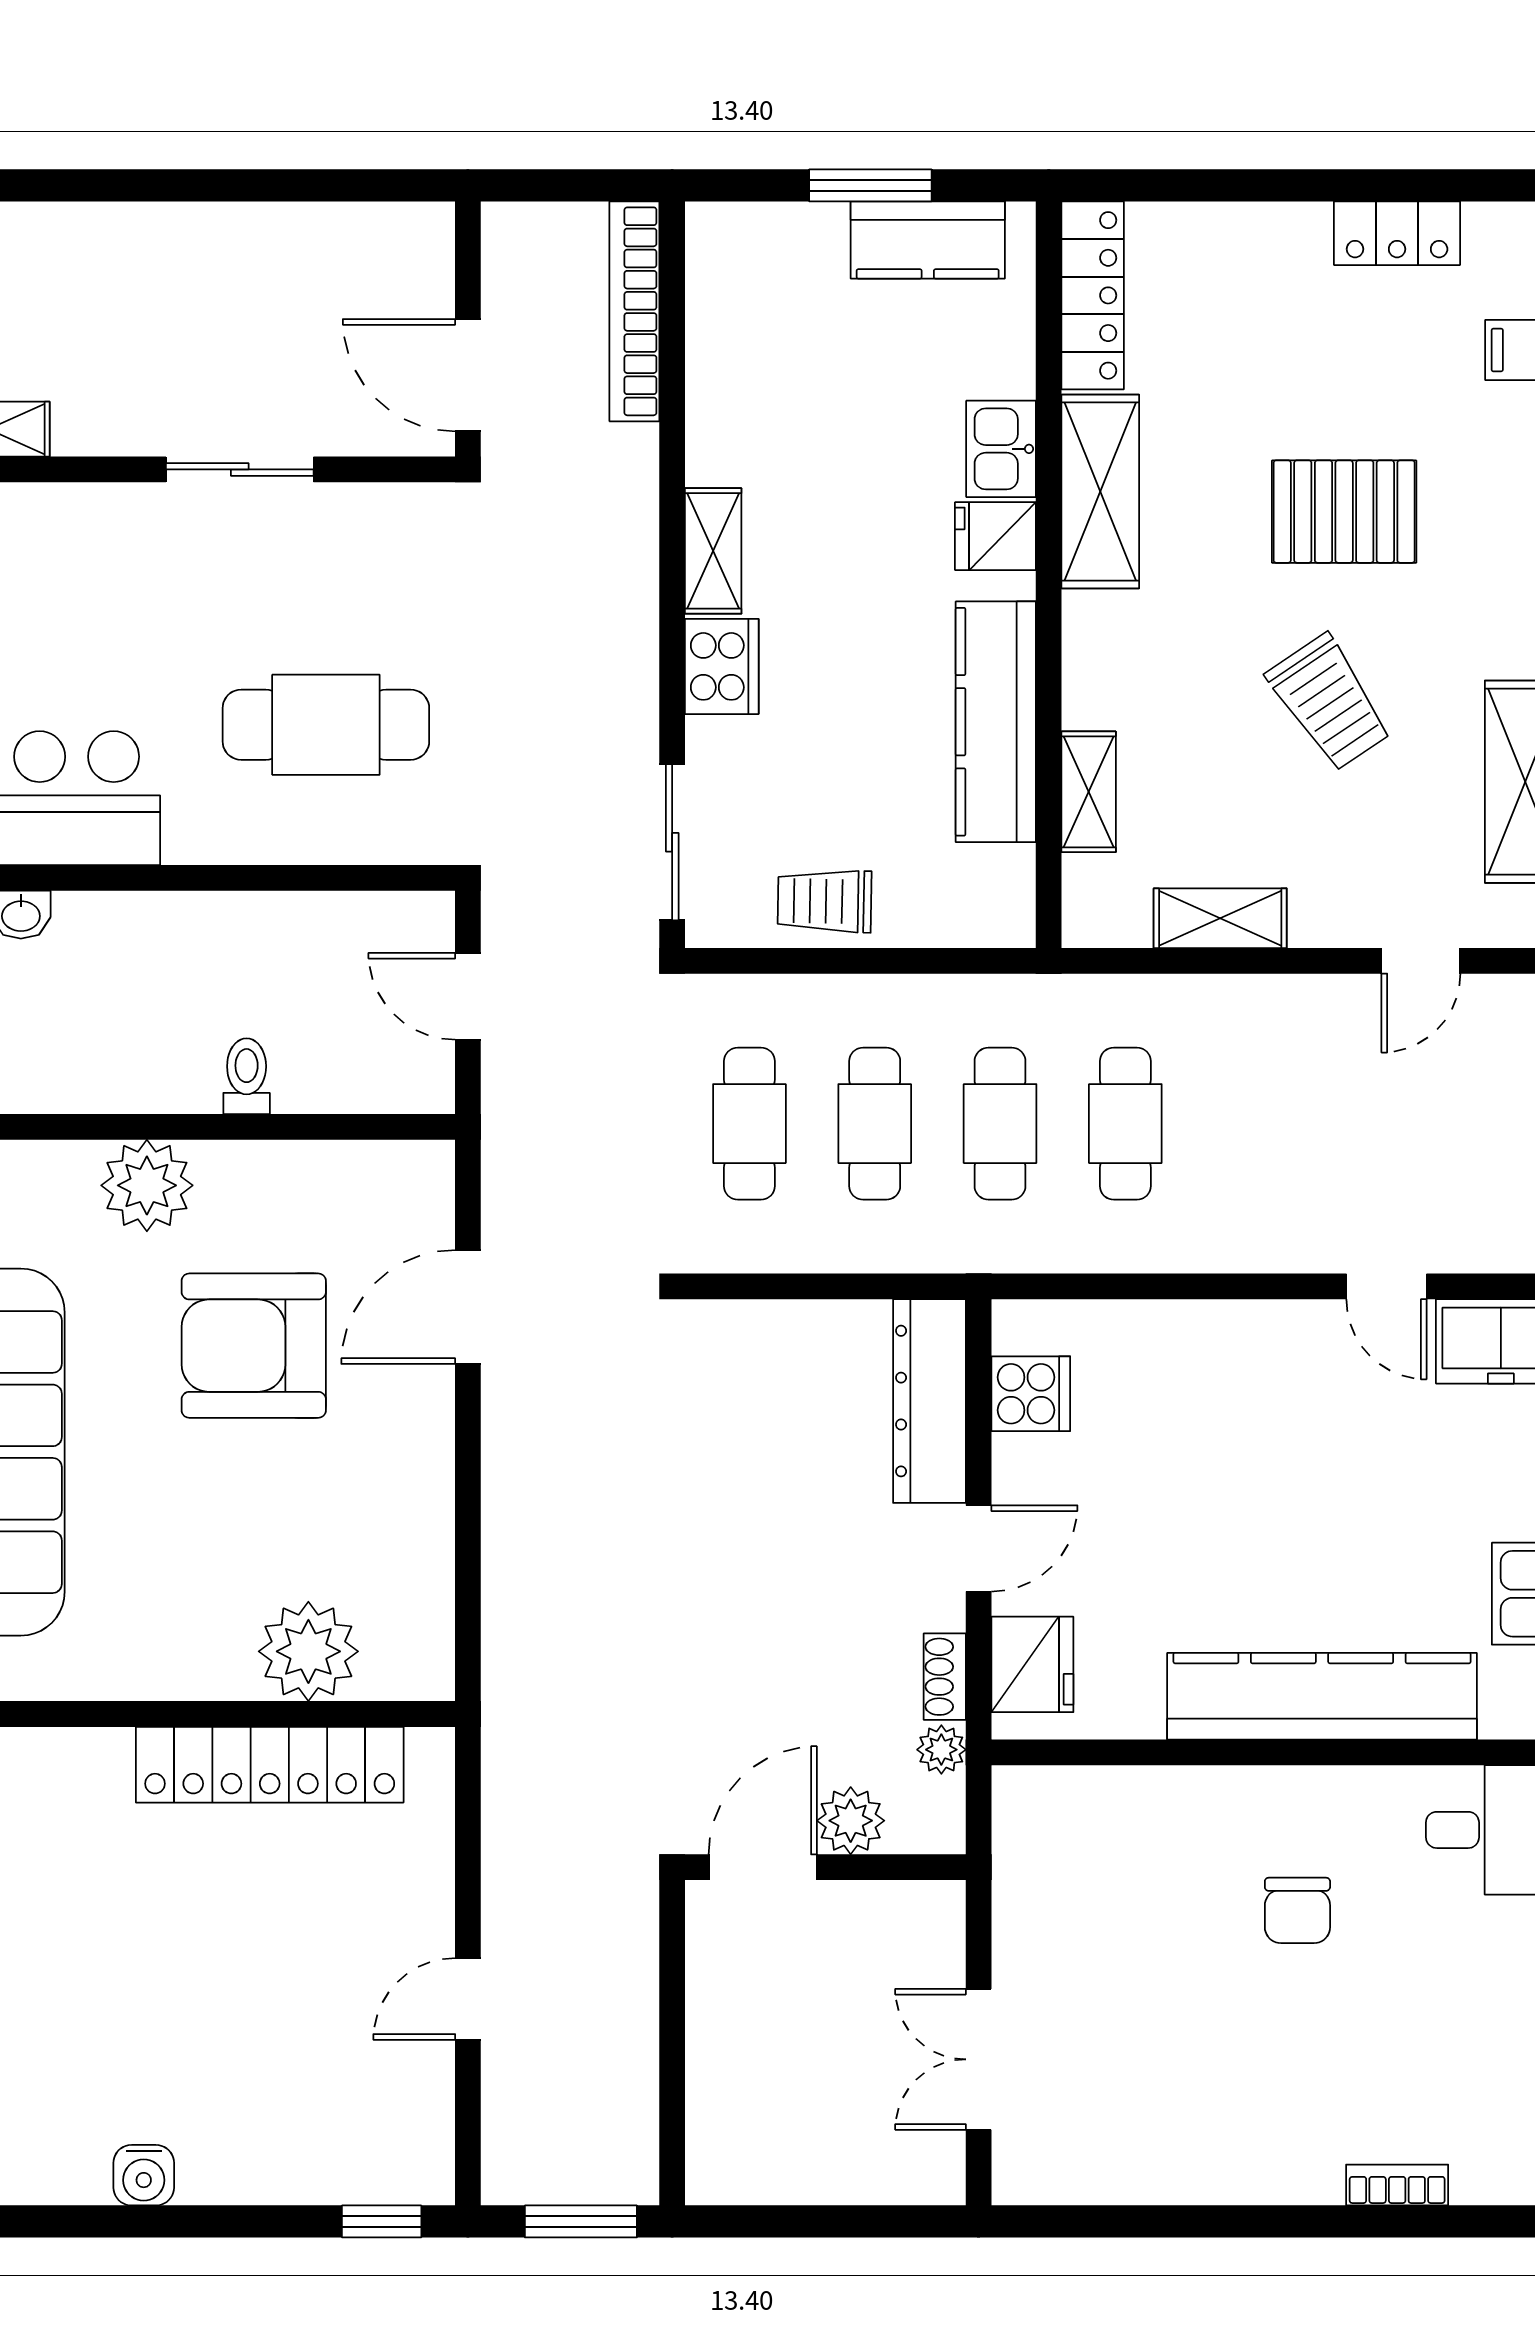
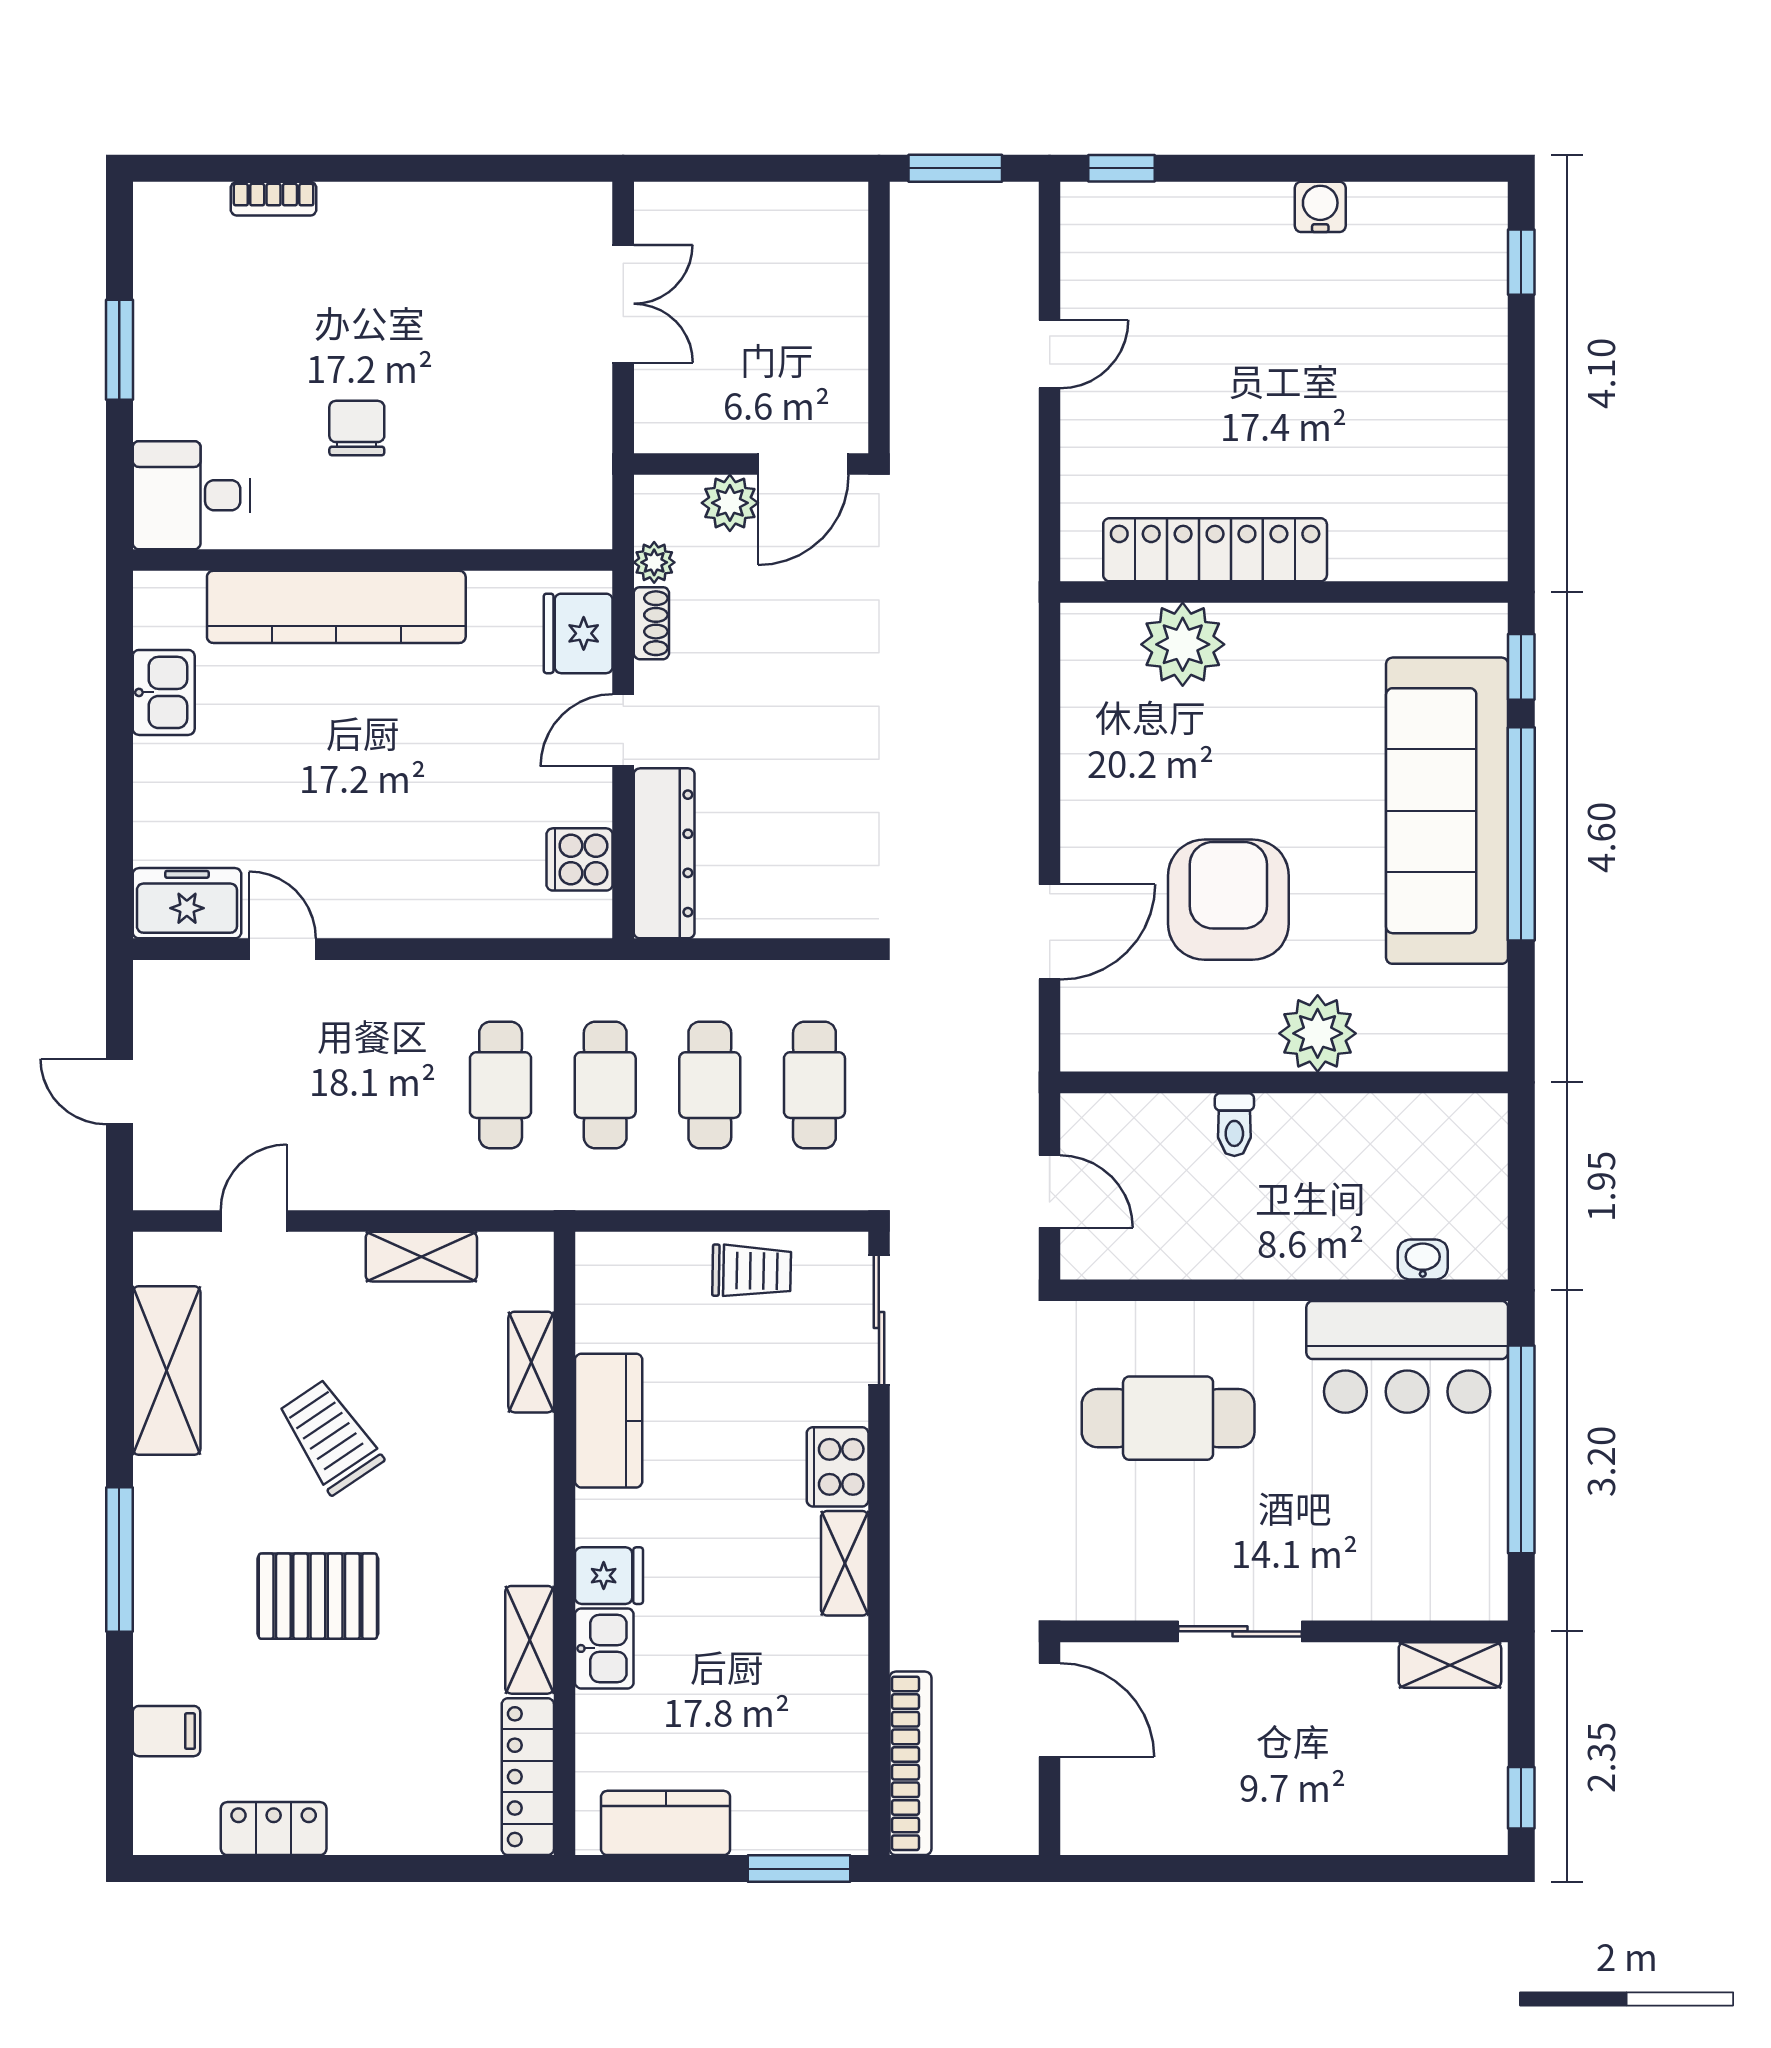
window: (870, 185) -> (799, 1869), moved
shelving: (1100, 492) -> (530, 1640), width x0.67, depth x0.75
kitchen counter: (996, 722) -> (609, 1421), width x0.67
armchair: (254, 1346) -> (1228, 900), turned -90

